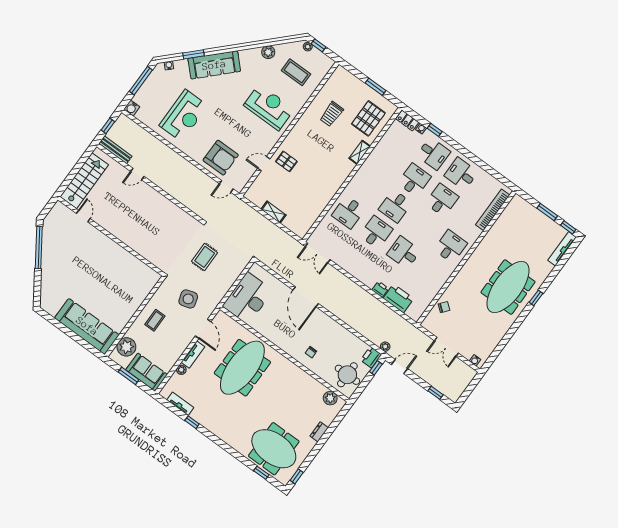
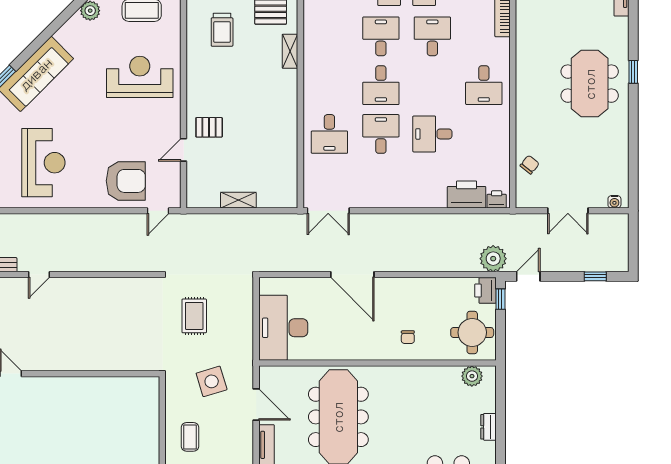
desk: (451, 246) -> (484, 85), turned 180
meeting table: (508, 287) -> (590, 84), width x0.73
printer: (380, 289) -> (497, 199), moved
plant: (385, 347) -> (493, 259), width x1.87, depth x1.87

